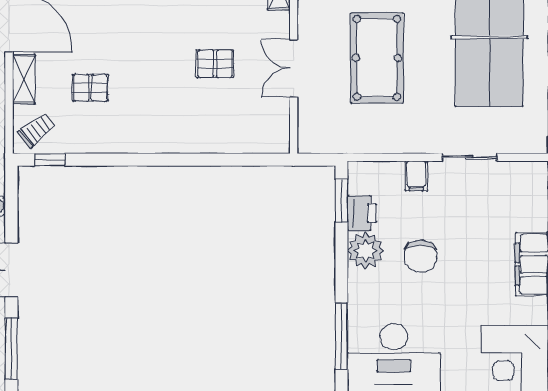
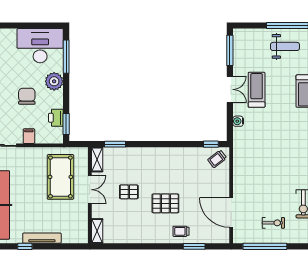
pool table: (377, 58) -> (60, 177), moved
shelving: (24, 79) -> (97, 160), moved
pallet: (90, 88) -> (165, 203), moved, width x1.50, depth x1.42
window: (243, 160) -> (115, 144), added
plant: (366, 251) -> (54, 81), moved

